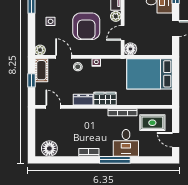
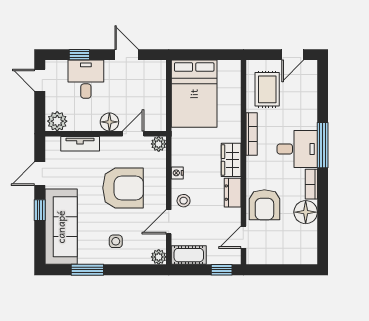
plant: (116, 16) -> (159, 144), moved
door: (123, 33) -> (133, 134), swing flipped
floor lamp: (130, 49) -> (109, 122), moved
window: (31, 80) -> (222, 270), moved
armchair: (75, 121) -> (264, 205), added
desk: (126, 143) -> (297, 149), moved
floor lamp: (49, 148) -> (306, 212), moved

